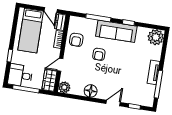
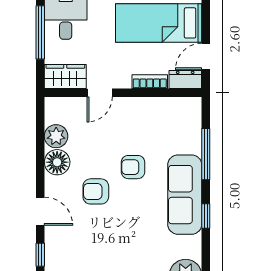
armchair: (76, 40) -> (96, 191), moved
door: (60, 65) -> (100, 93), swing flipped
plant: (64, 87) -> (56, 136), moved

